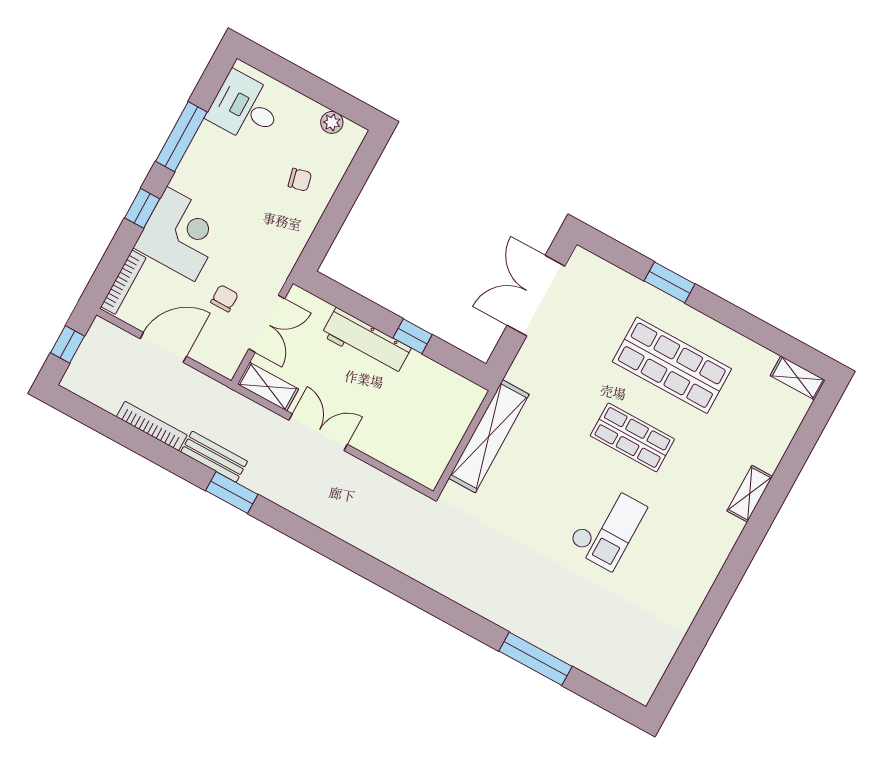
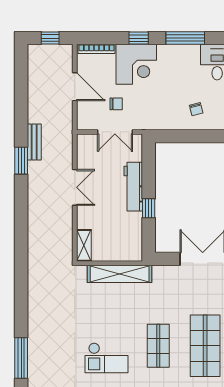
shelving: (268, 387) -> (84, 245), moved
bookcase: (152, 426) -> (32, 102), removed

